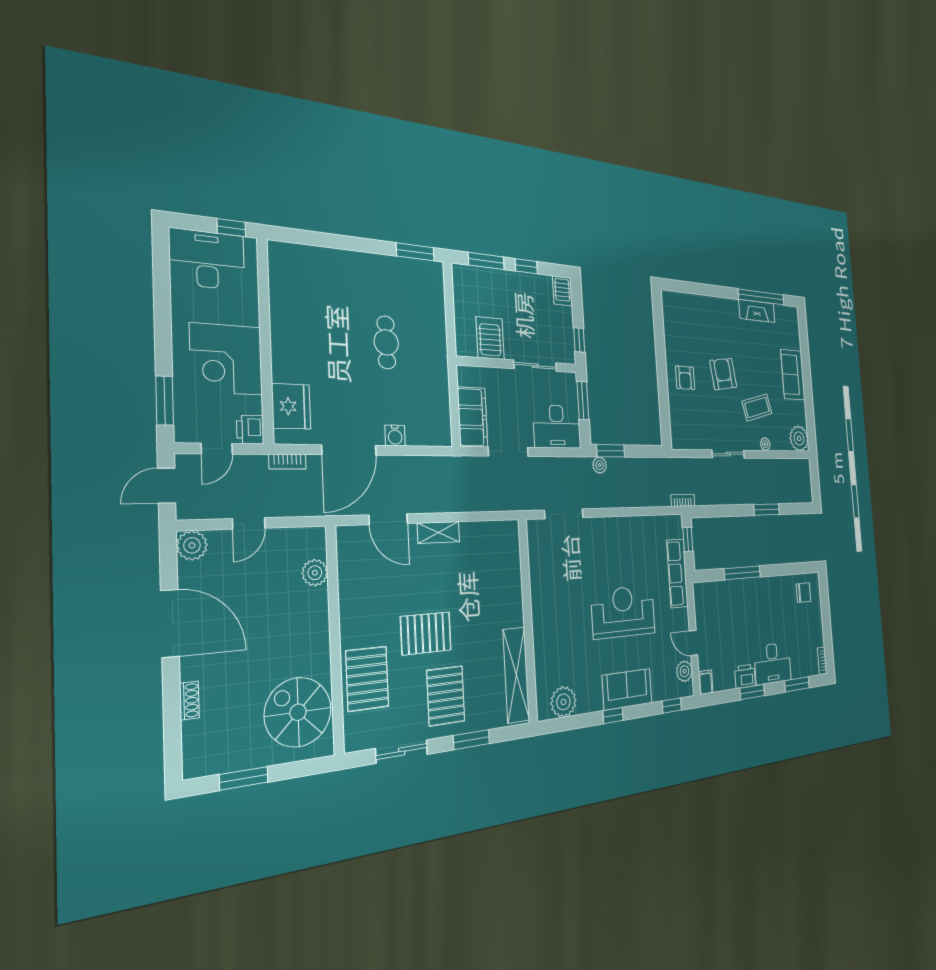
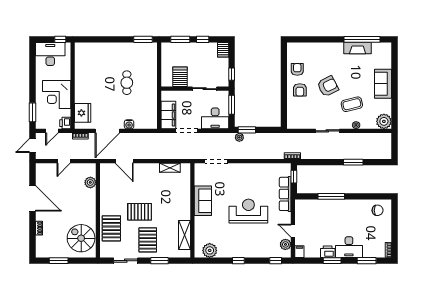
armchair: (679, 340) -> (297, 69), added
armchair: (723, 374) -> (328, 86), turned 71
shelving: (439, 532) -> (170, 168), moved
plant: (192, 545) -> (41, 169), removed
shelving: (516, 675) -> (185, 235), width x0.68
sofa: (627, 689) -> (203, 201), moved, turned 90

